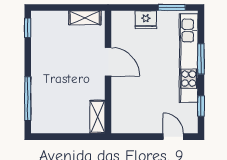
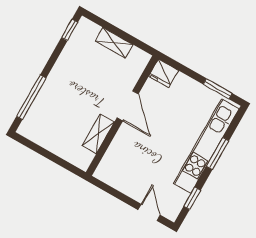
shelving: (85, 18) -> (114, 43), moved
fridge: (146, 20) -> (164, 73), moved
shelving: (97, 117) -> (98, 134), moved

